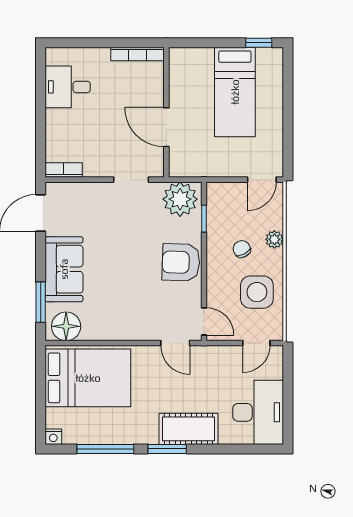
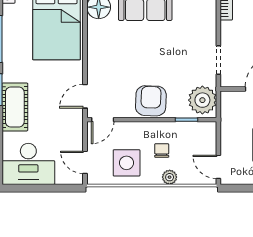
chair: (242, 249) -> (162, 150), turned -62

